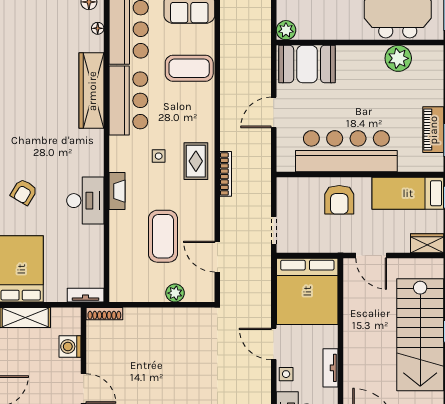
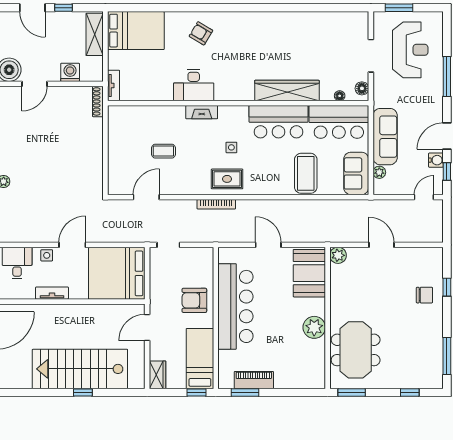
plant: (398, 58) -> (314, 327), moved
coffee table: (163, 236) -> (163, 151), width x0.54, depth x0.58
plant: (175, 293) -> (115, 161), removed

